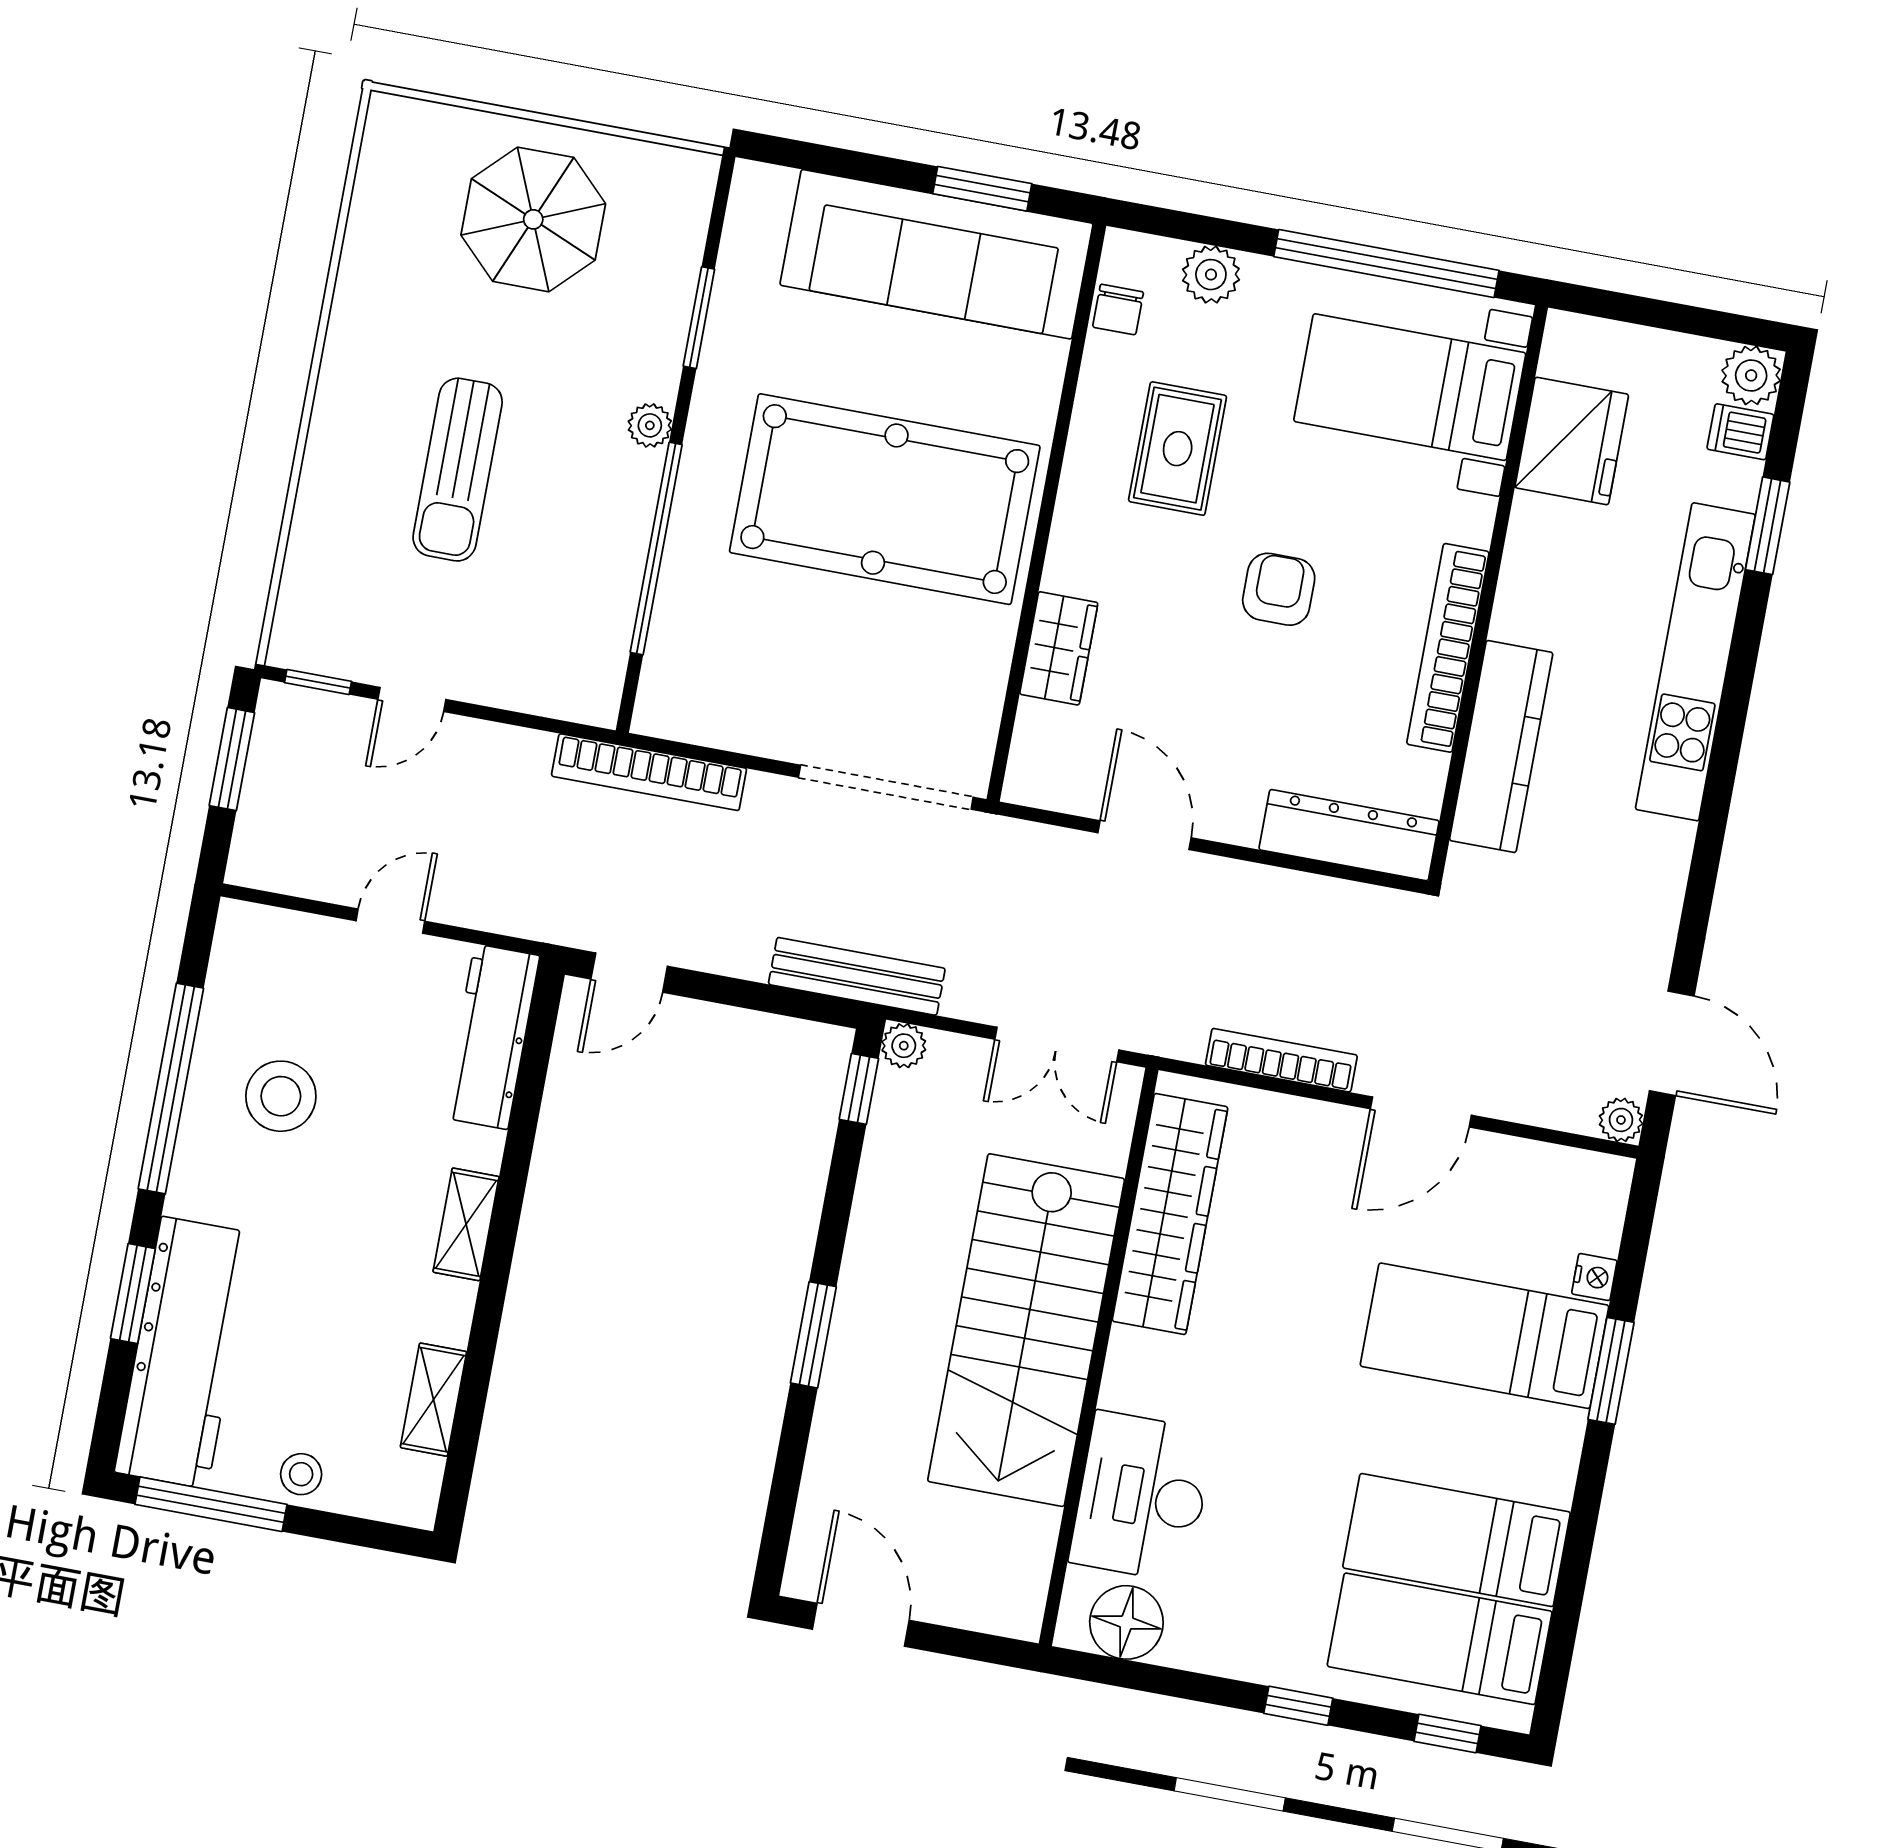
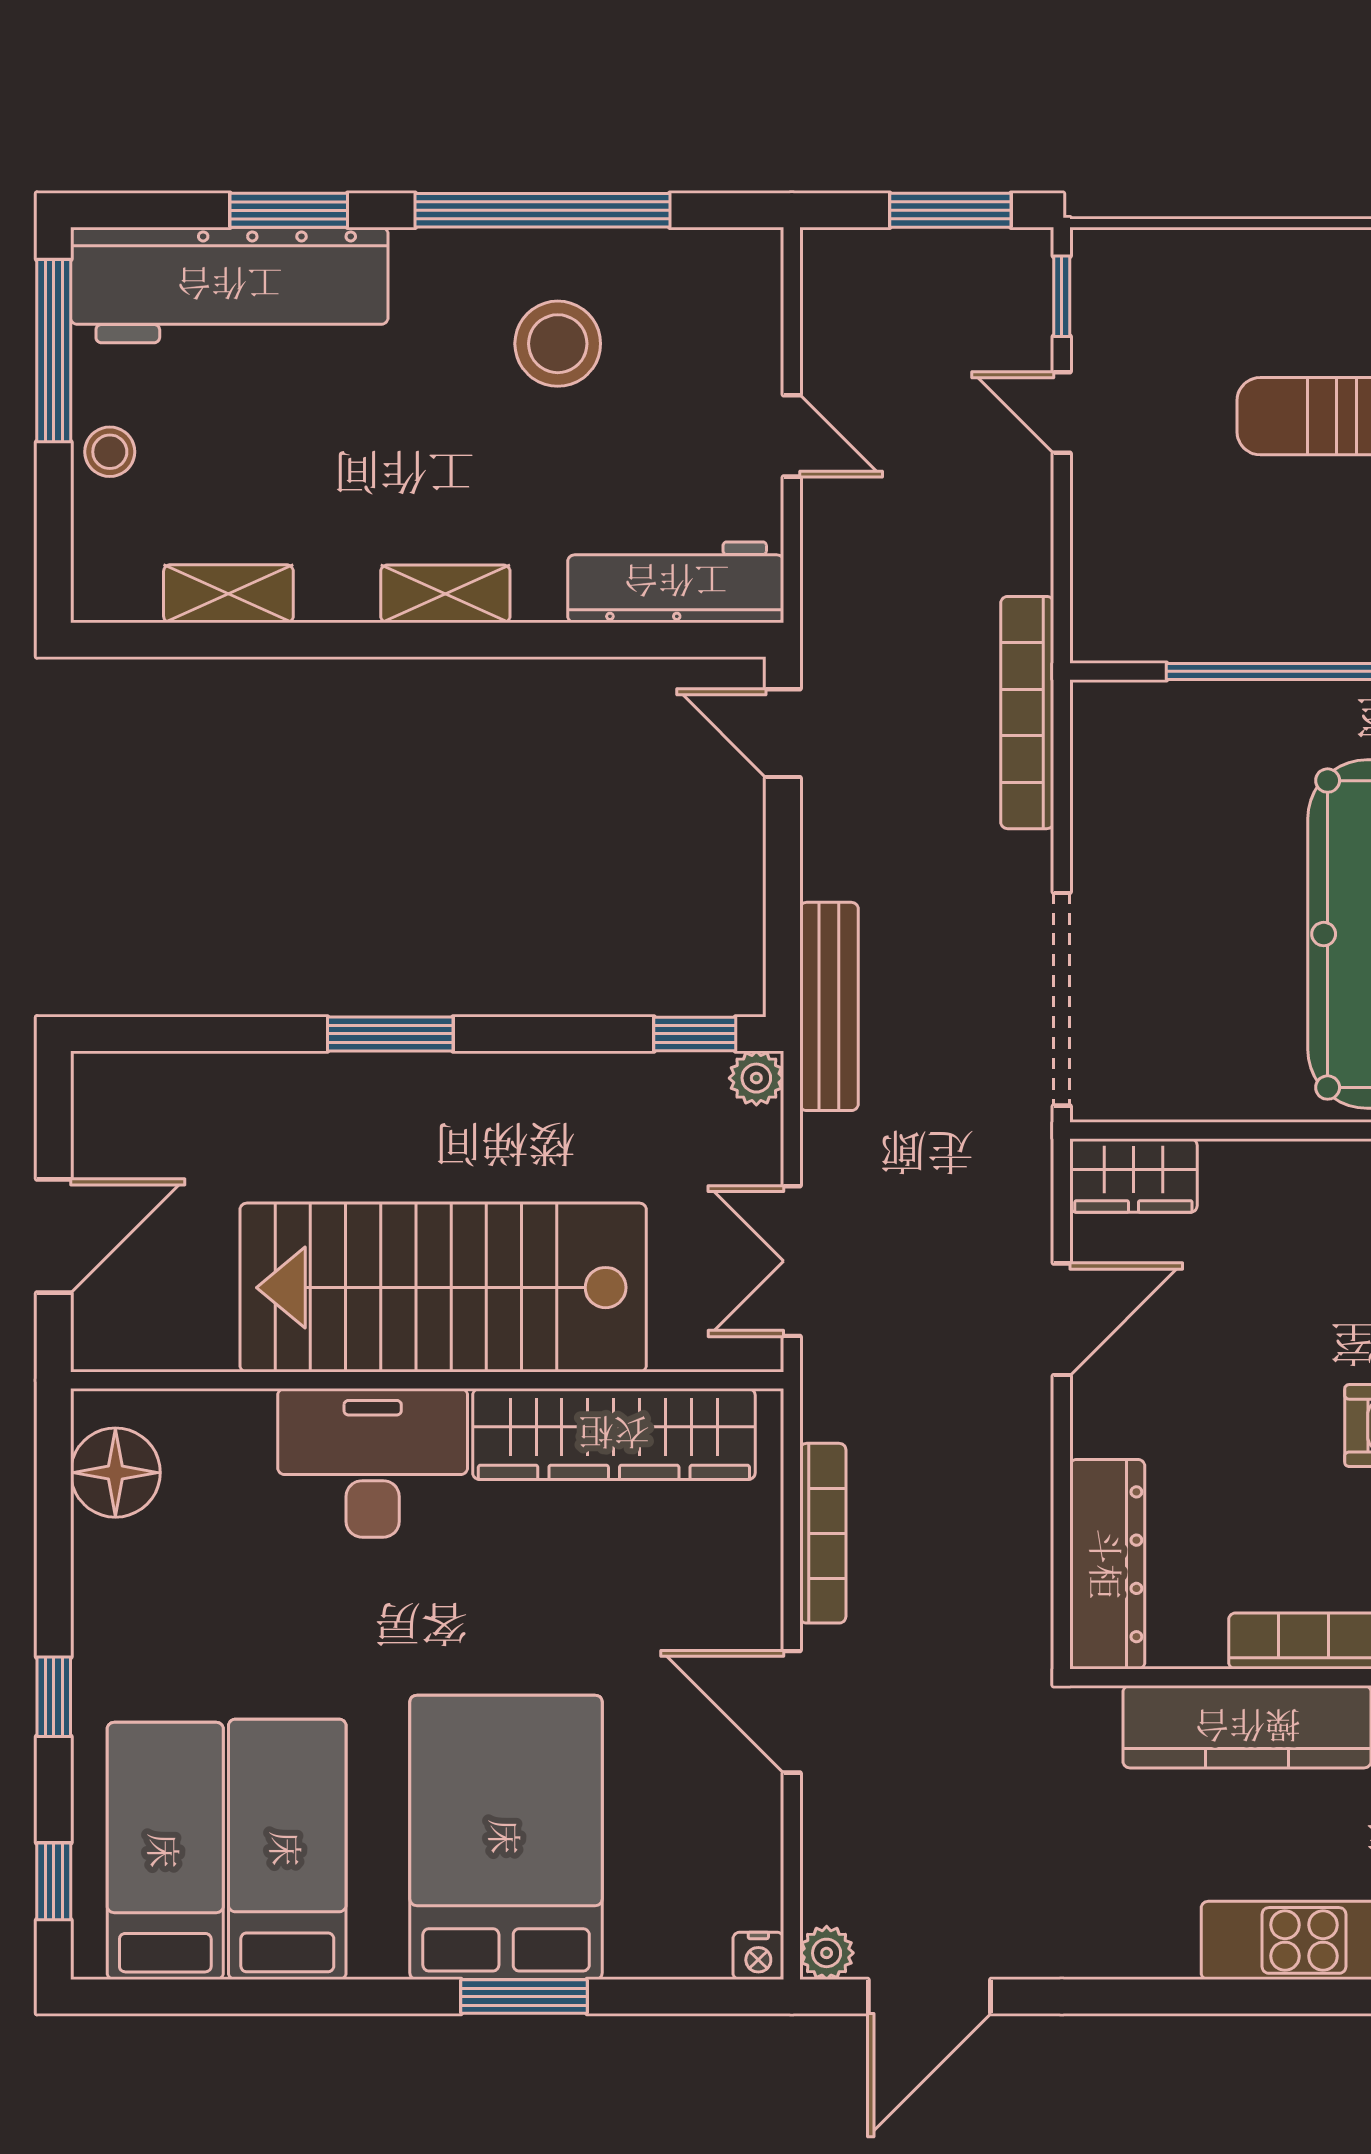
wardrobe: (1059, 648) -> (1133, 1175), moved
nightstand: (1594, 1277) -> (758, 1956), moved
bed: (1484, 1336) -> (506, 1837), width x1.50
desk: (1142, 1497) -> (373, 1463), moved
door: (861, 1625) -> (54, 1236), moved

